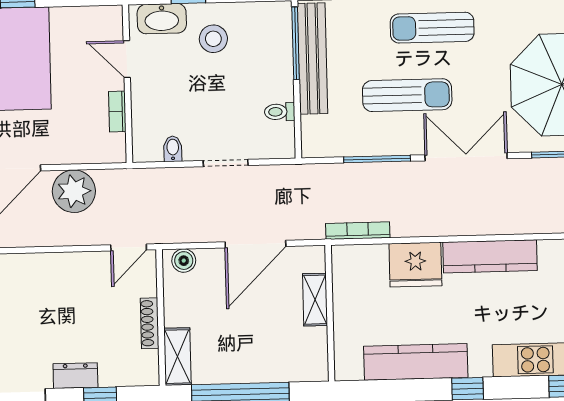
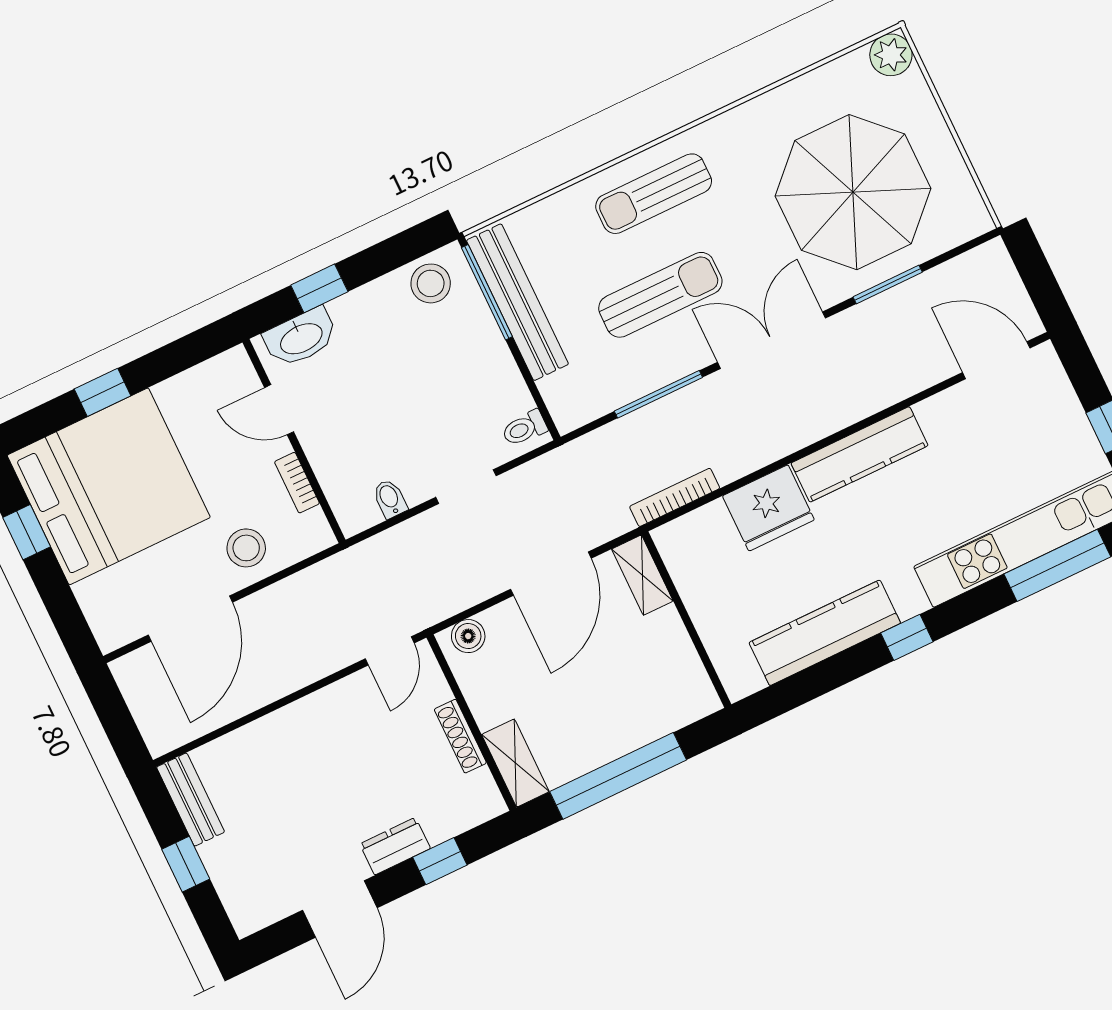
stool: (213, 39) -> (431, 283), moved
toilet: (280, 112) -> (524, 428), moved
stool: (65, 139) -> (246, 548), added
plant: (74, 191) -> (287, 610), removed
shelving: (315, 300) -> (642, 575), moved

